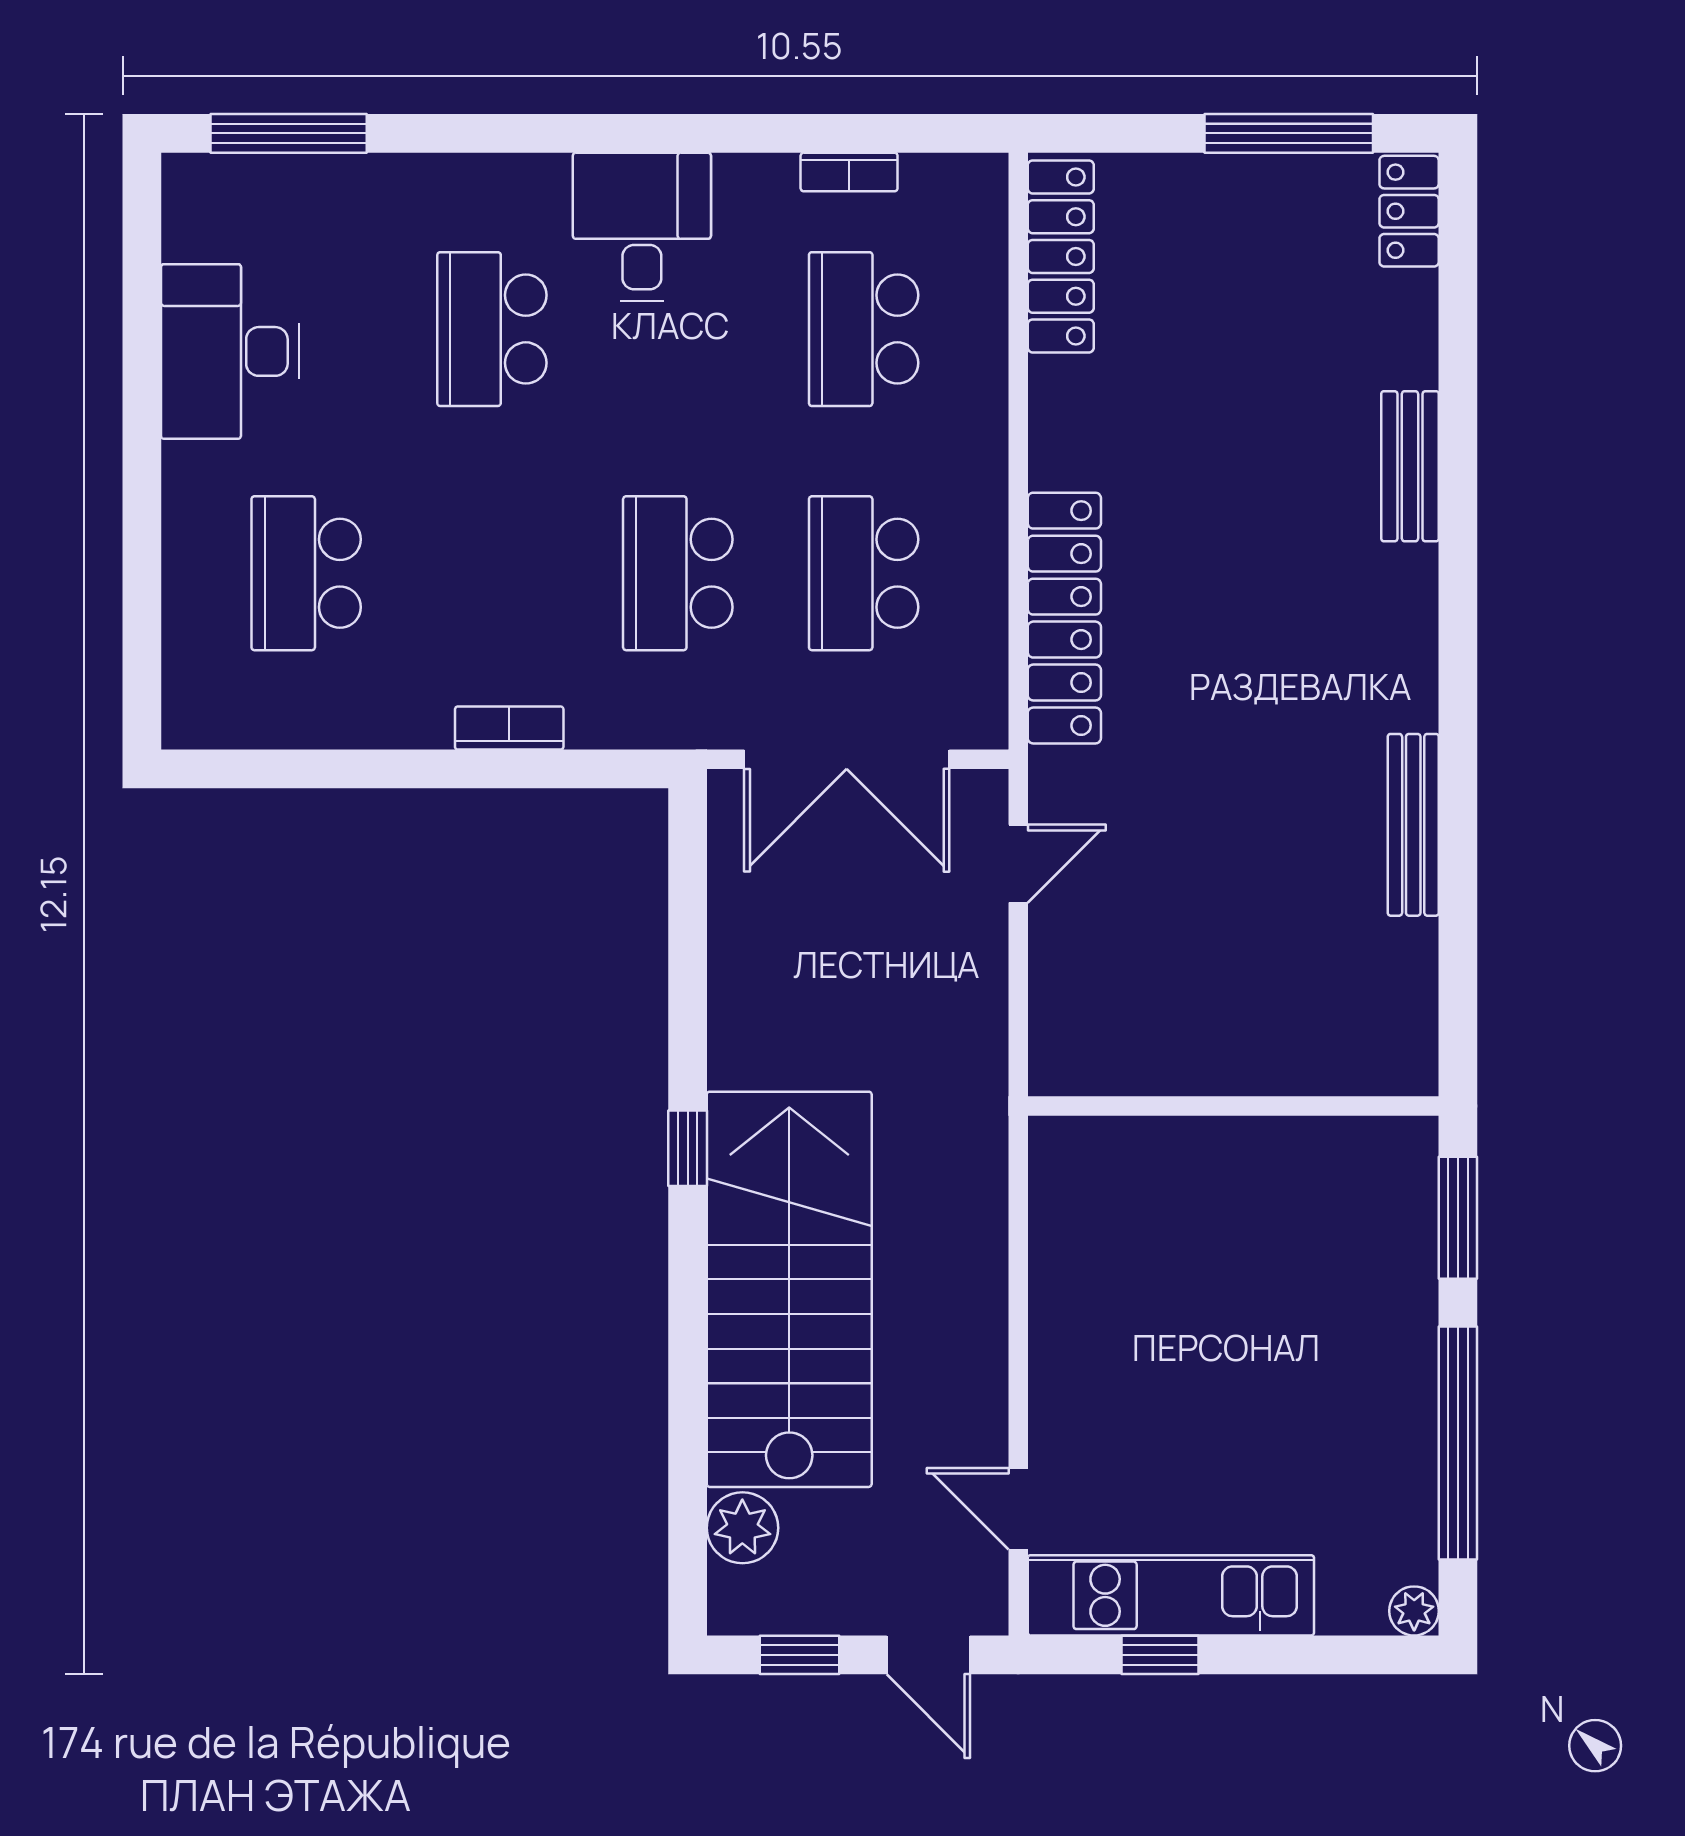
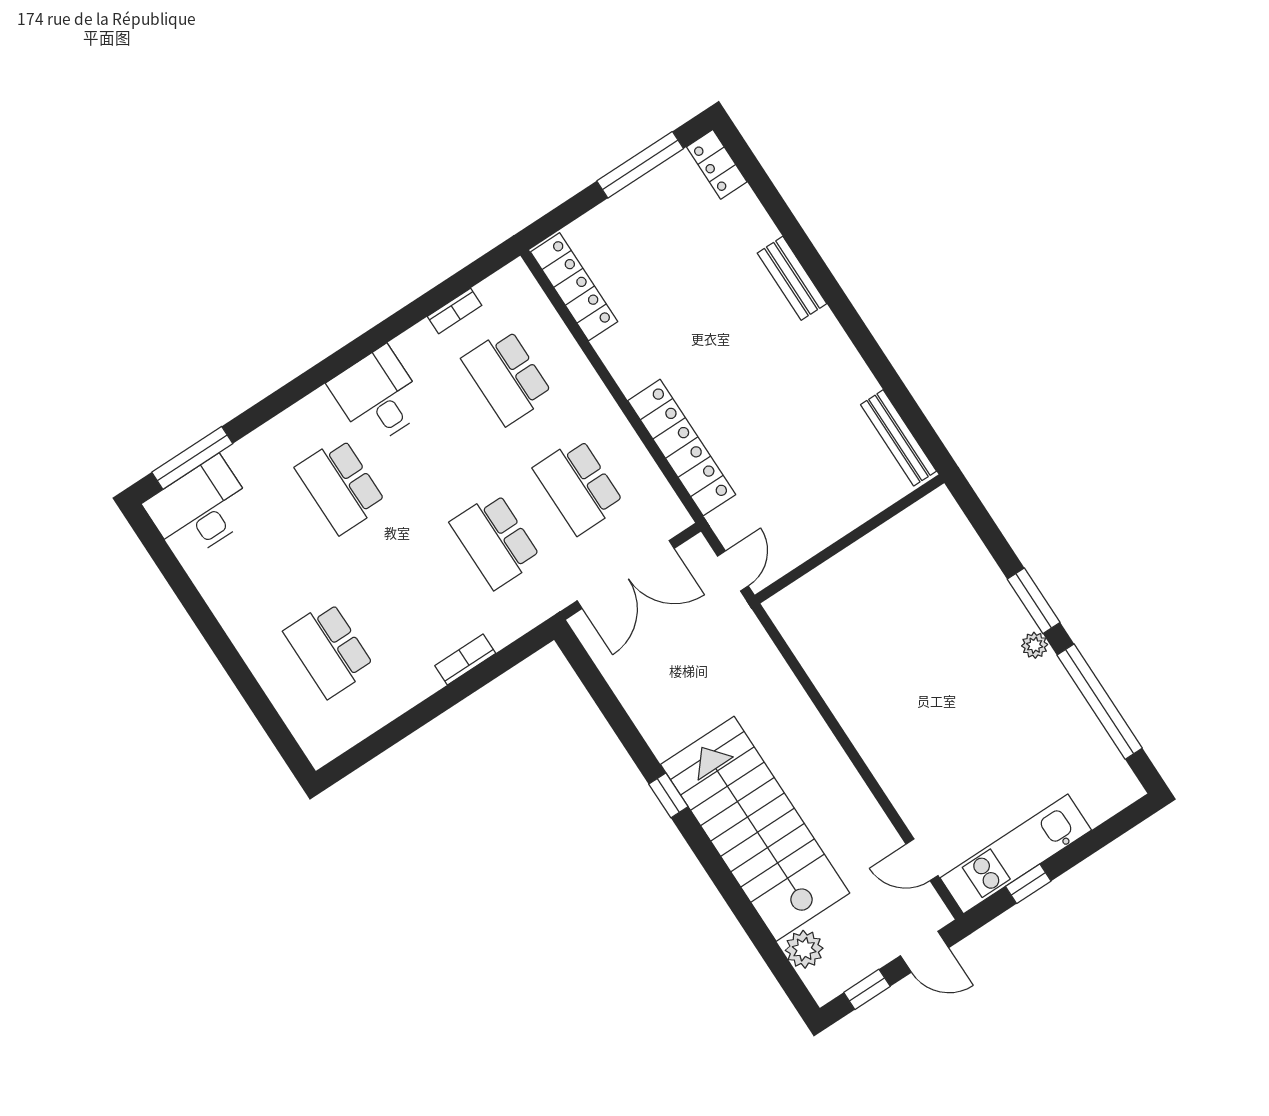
desk: (230, 351) -> (200, 509), moved, turned 90
wall: (1233, 1106) -> (849, 539), moved
plant: (1414, 1611) -> (1035, 645), moved

